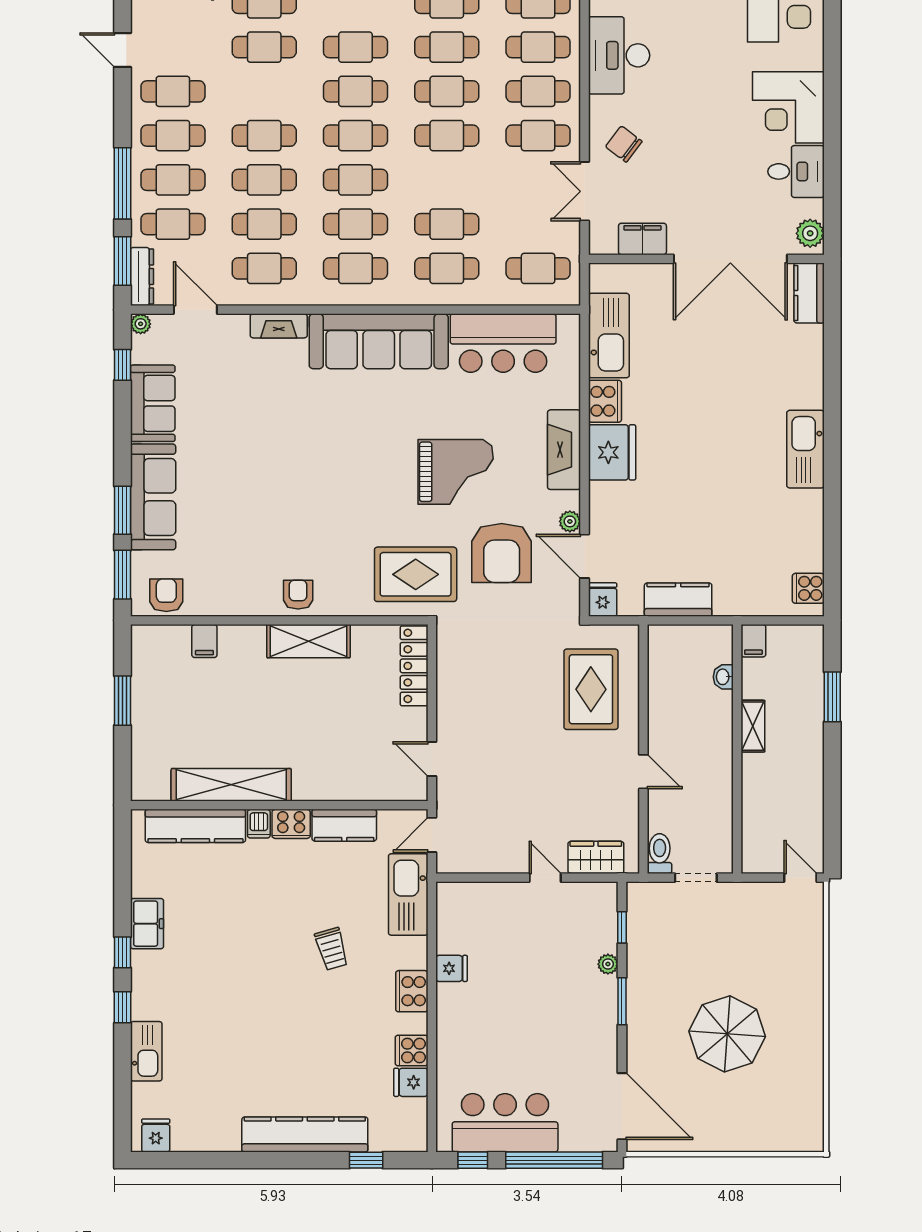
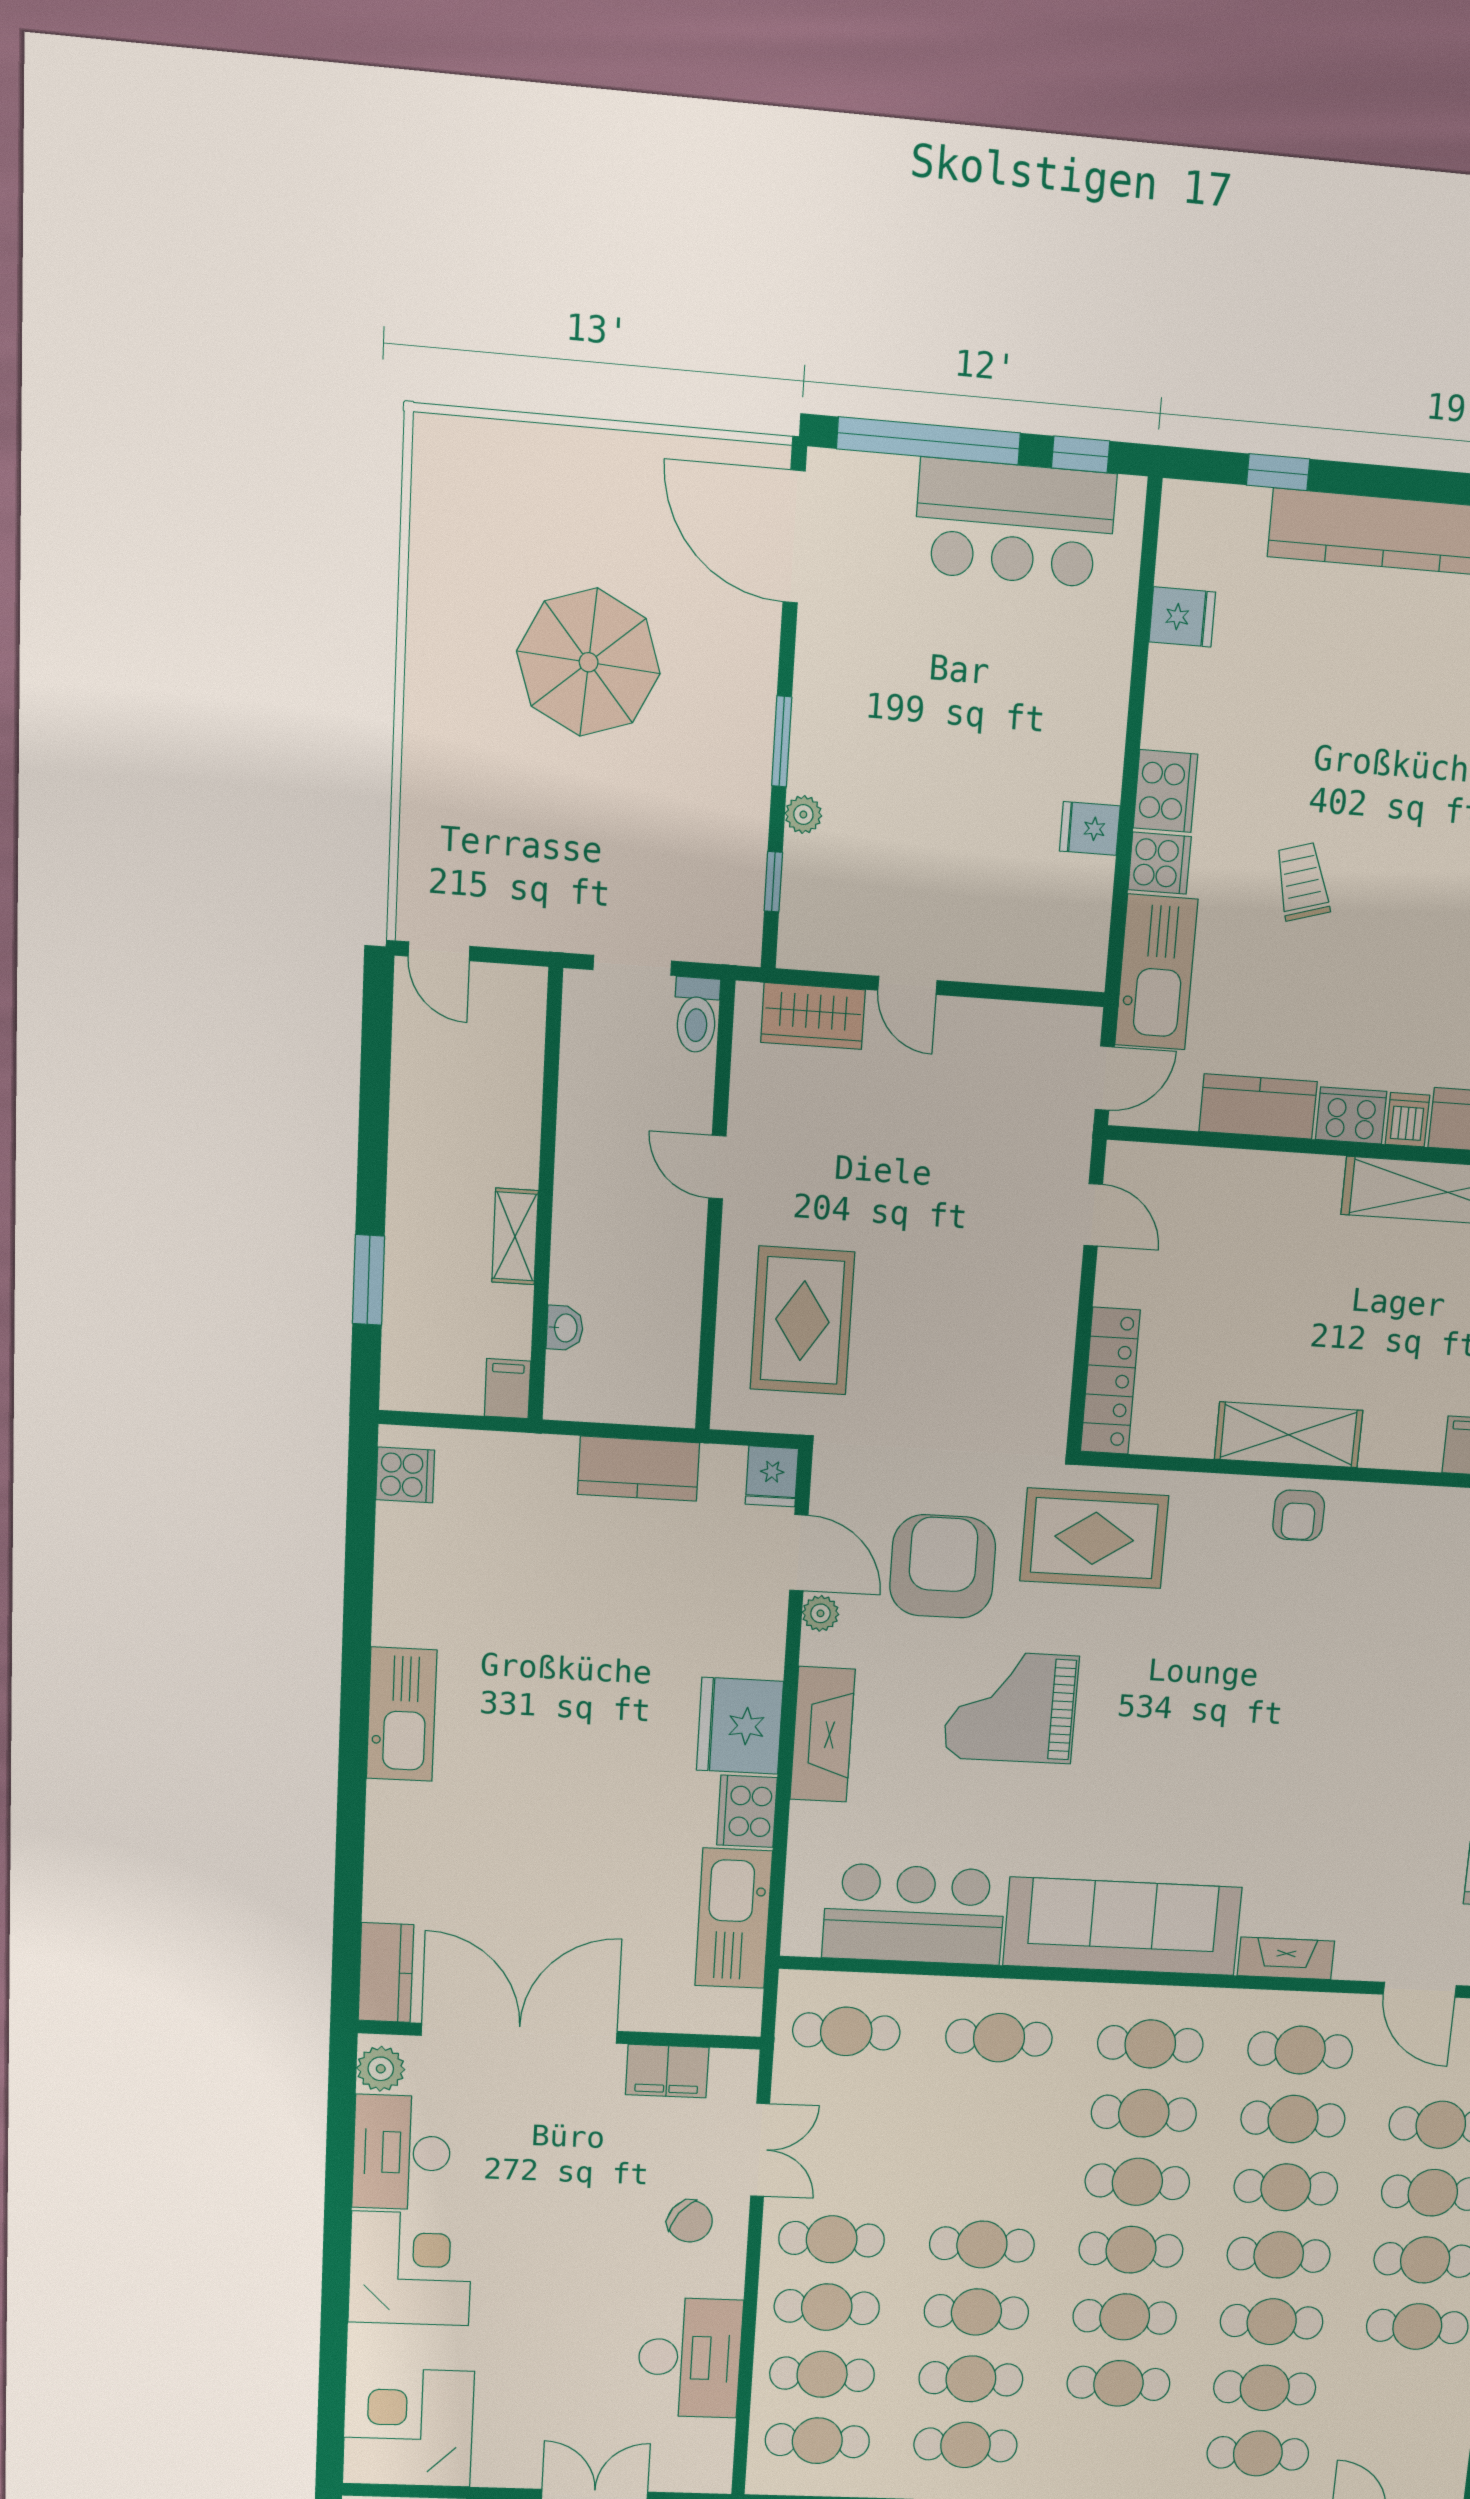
desk: (796, 171) -> (402, 2153), width x1.37
cafe table: (447, 224) -> (1272, 2322), moved
cooker: (412, 1050) -> (1160, 863), moved

